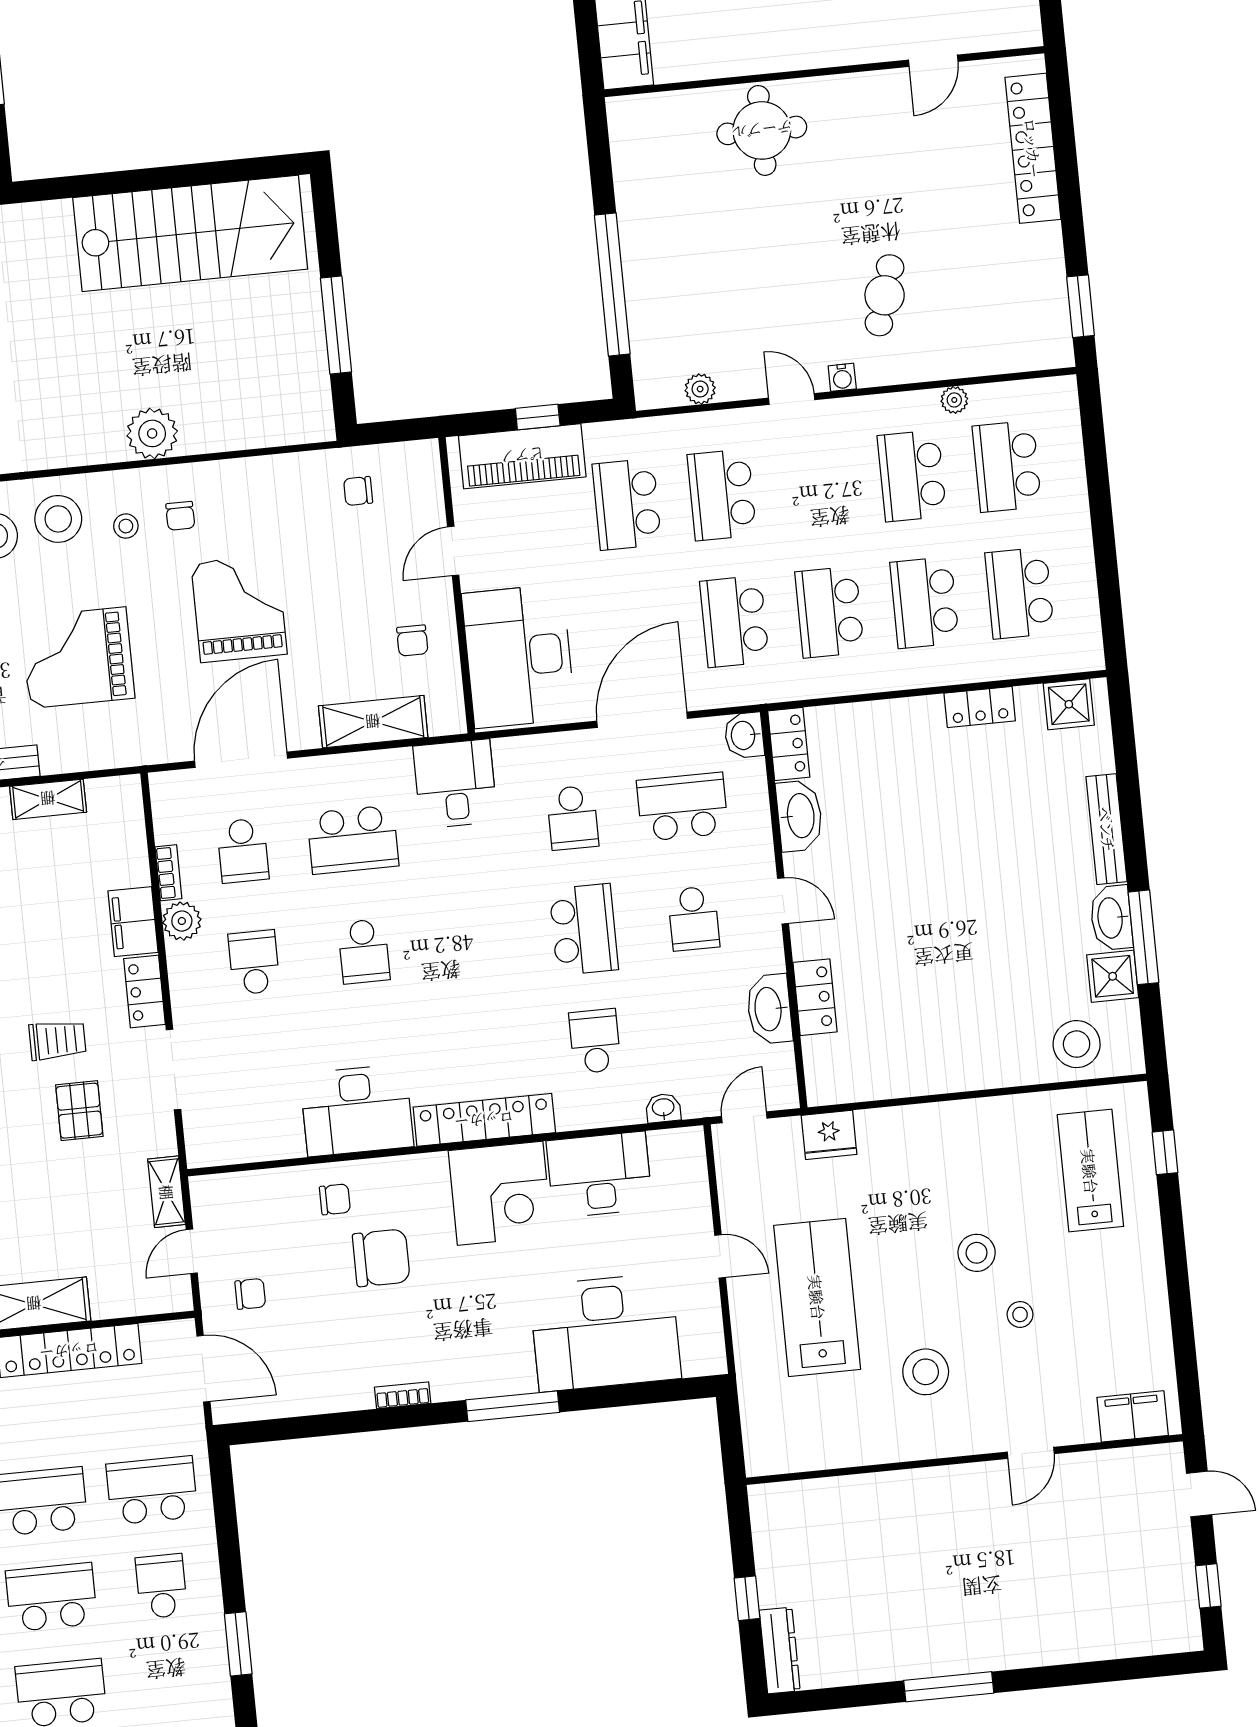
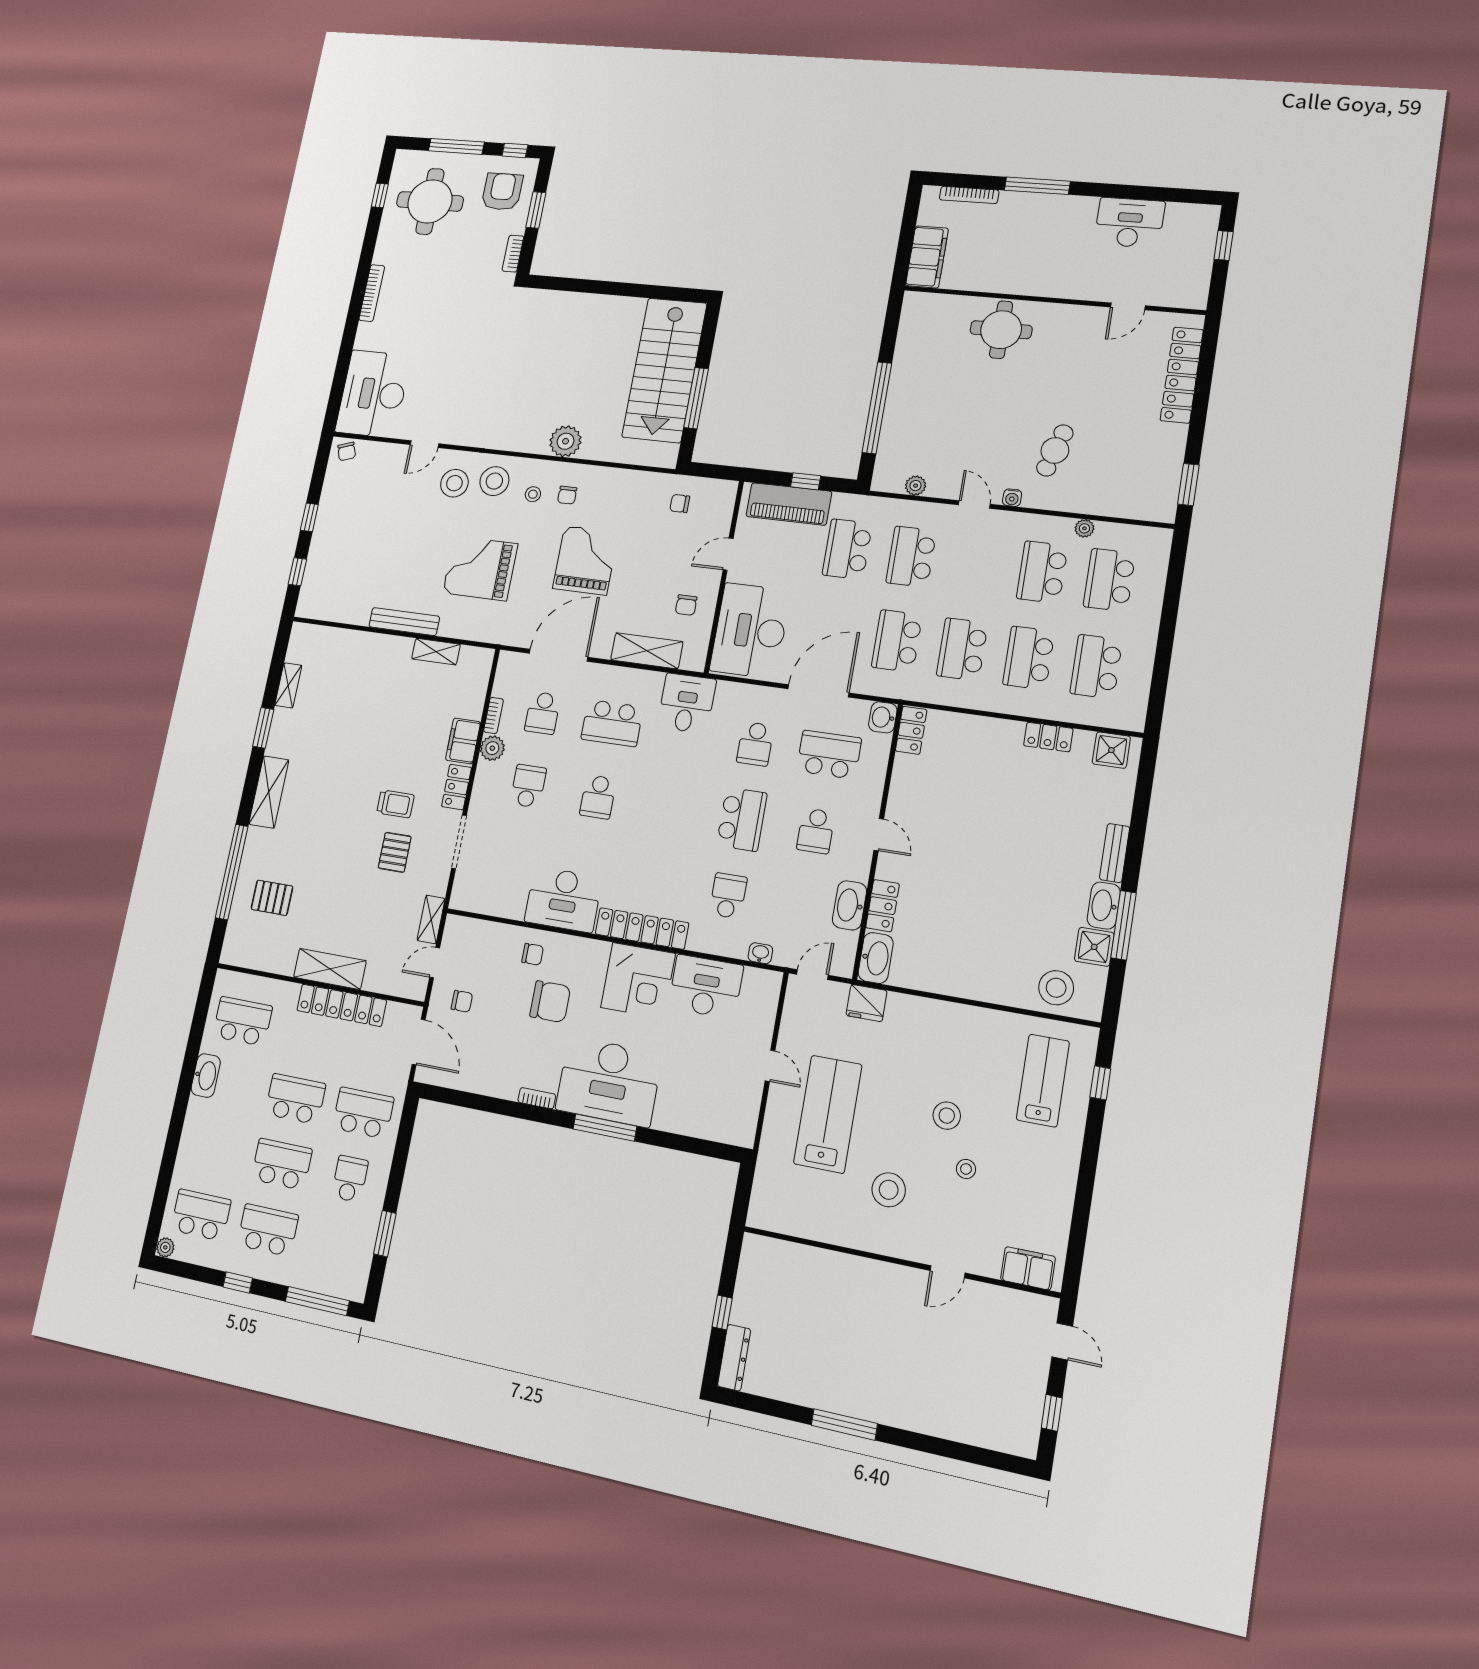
stairs: (190, 233) -> (664, 370), moved, turned 90
washbasin: (799, 816) -> (876, 958), moved
bench: (1107, 829) -> (1115, 853), width x0.73
desk: (605, 1332) -> (609, 1082), moved

